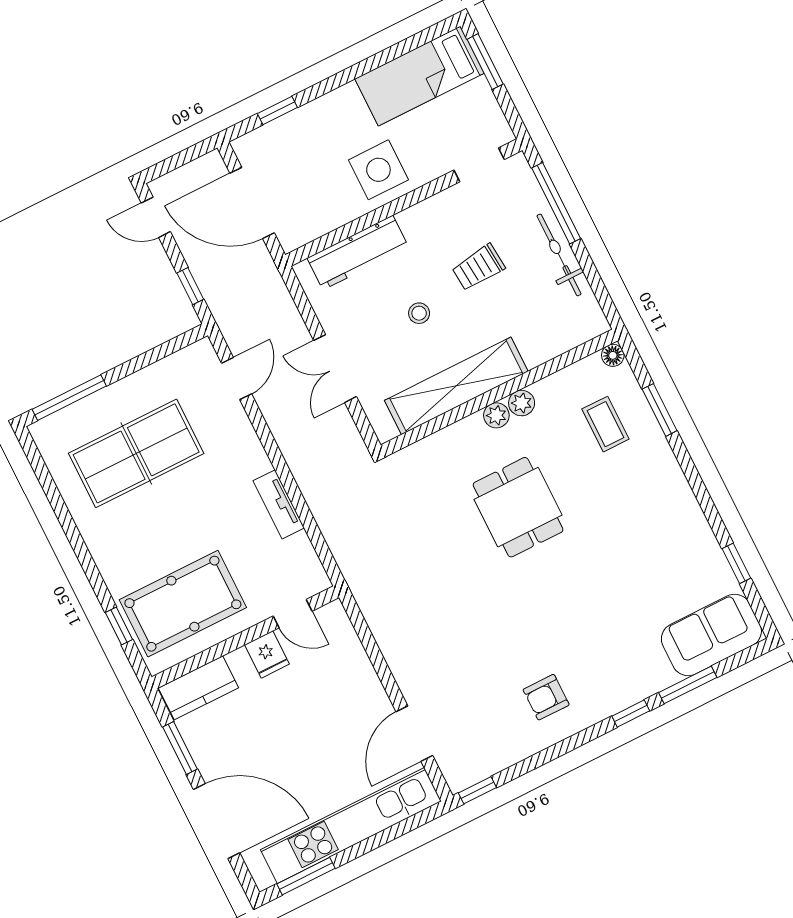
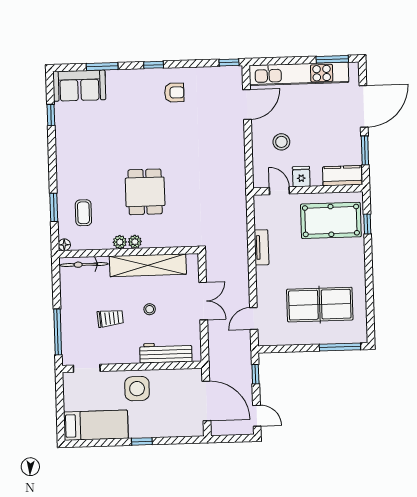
window: (485, 62) -> (60, 417), removed
window: (277, 111) -> (142, 441), moved
bicycle: (559, 255) -> (84, 265), moved, turned 90
stool: (327, 697) -> (281, 142), added
window: (631, 713) -> (154, 65), moved
door: (217, 821) -> (364, 106), swing flipped

